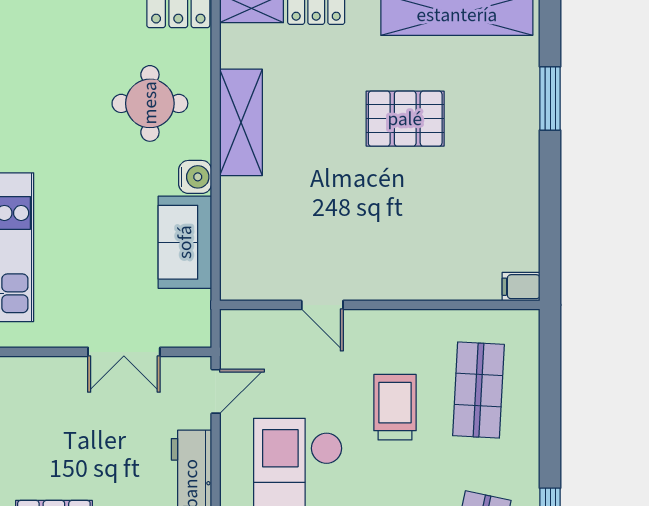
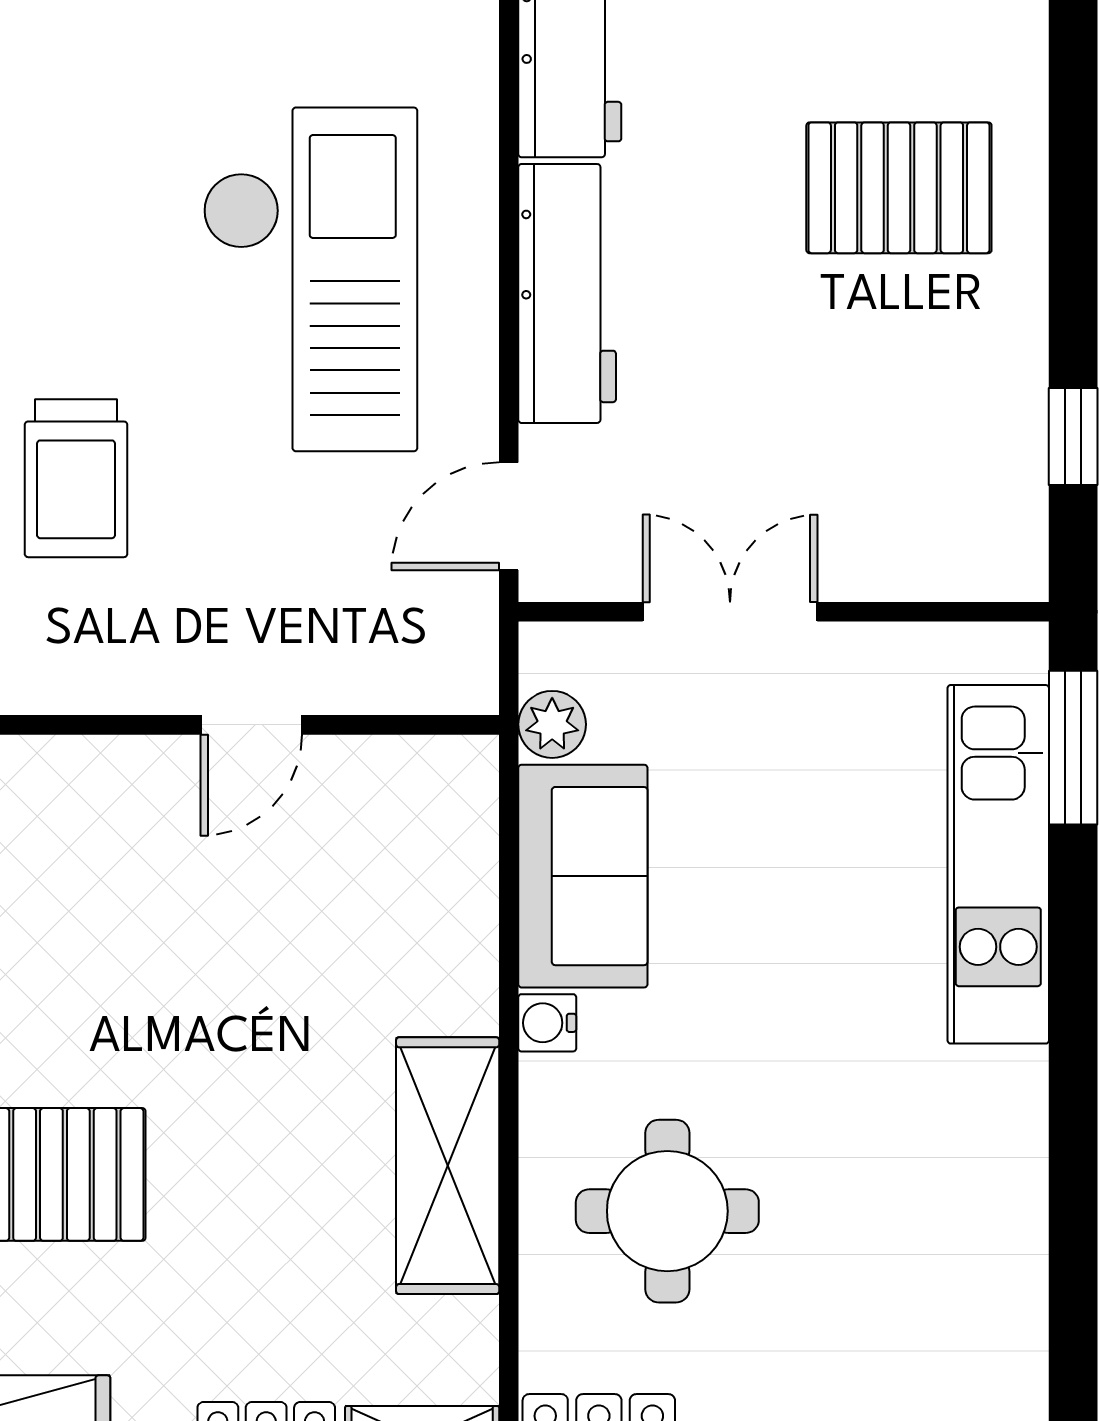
water cooler: (195, 177) -> (547, 1023), width x0.72, depth x0.72
plant: (198, 305) -> (552, 724), added
door: (322, 305) -> (251, 725), swing flipped

